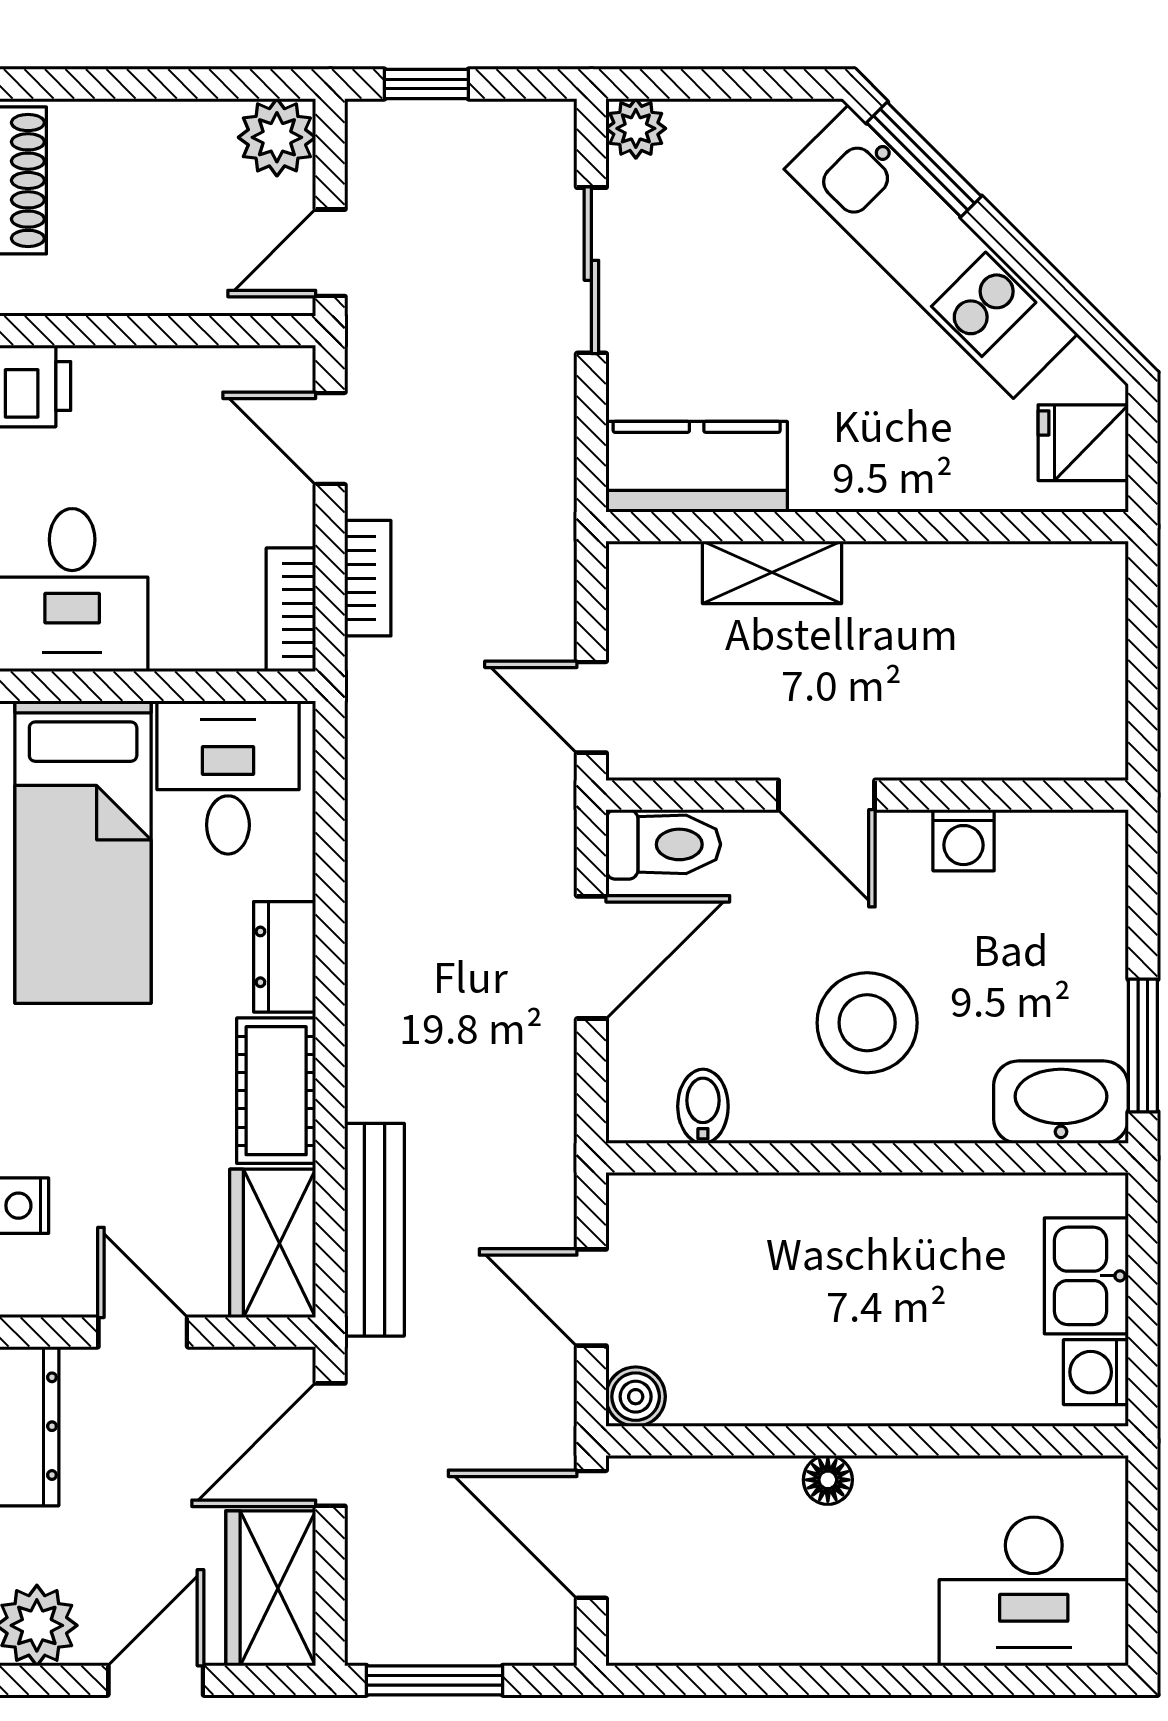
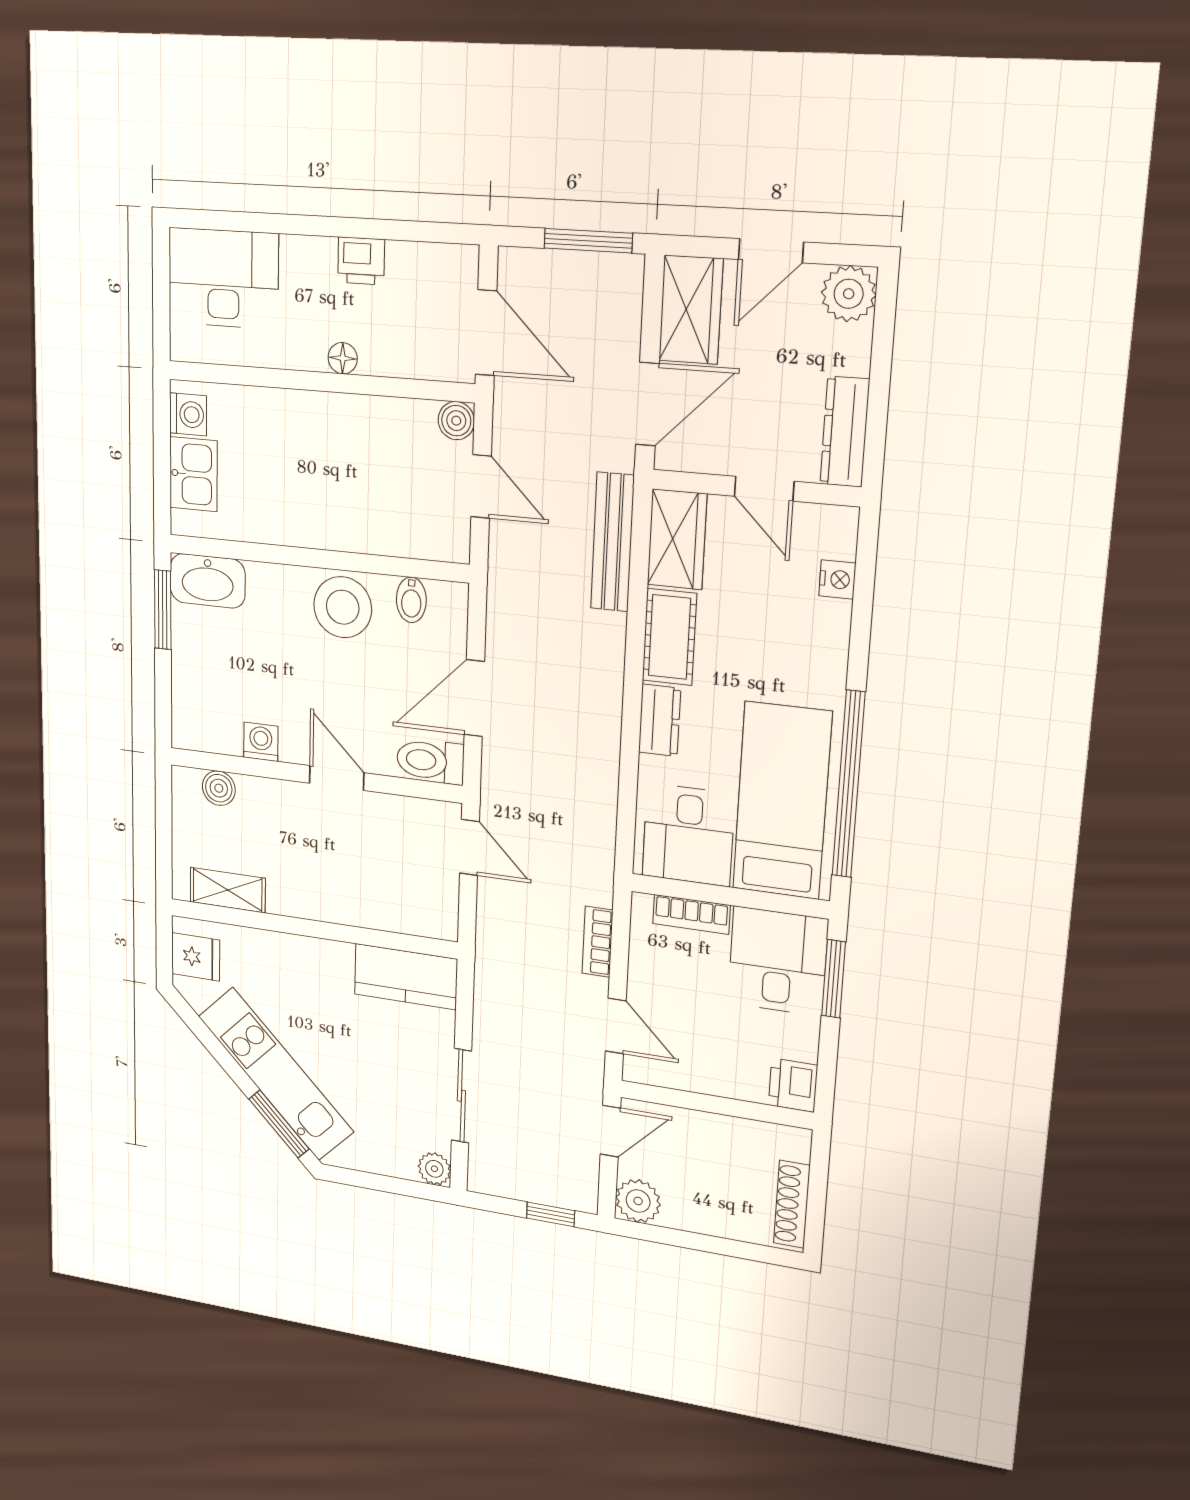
shelving: (772, 572) -> (228, 890), moved
bookcase: (291, 610) -> (691, 914), moved, turned 90
boiler: (1040, 750) -> (219, 788), added
stool: (867, 1023) -> (343, 607), moved
printer: (800, 1631) -> (361, 261), added

